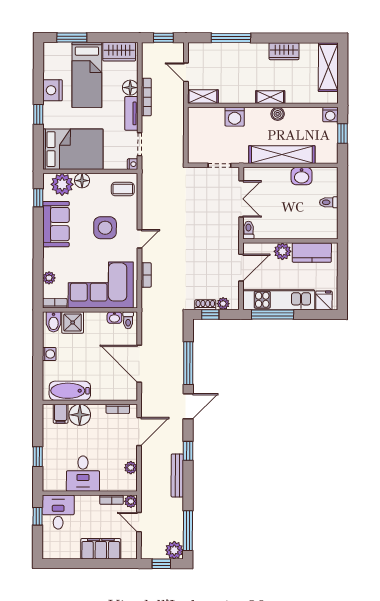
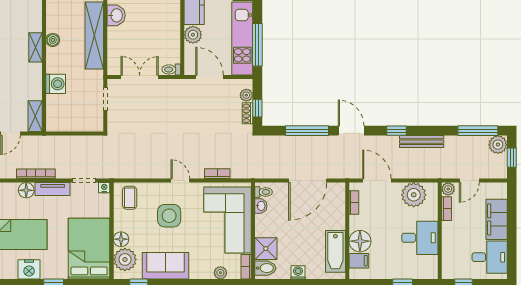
plant: (131, 468) -> (414, 195), width x1.88, depth x1.88
desk: (58, 512) -> (490, 257), moved, turned 180

